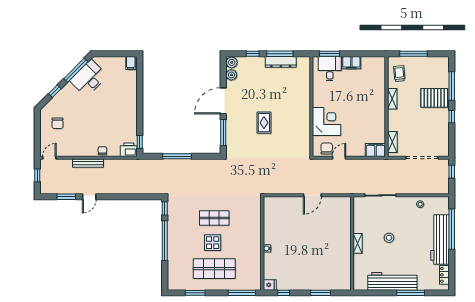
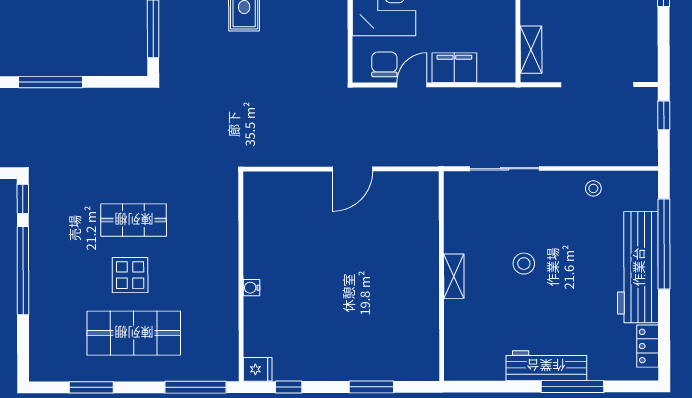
filing cabinet: (375, 150) -> (454, 68), moved
workbench: (392, 281) -> (546, 366), width x0.73, depth x0.76

